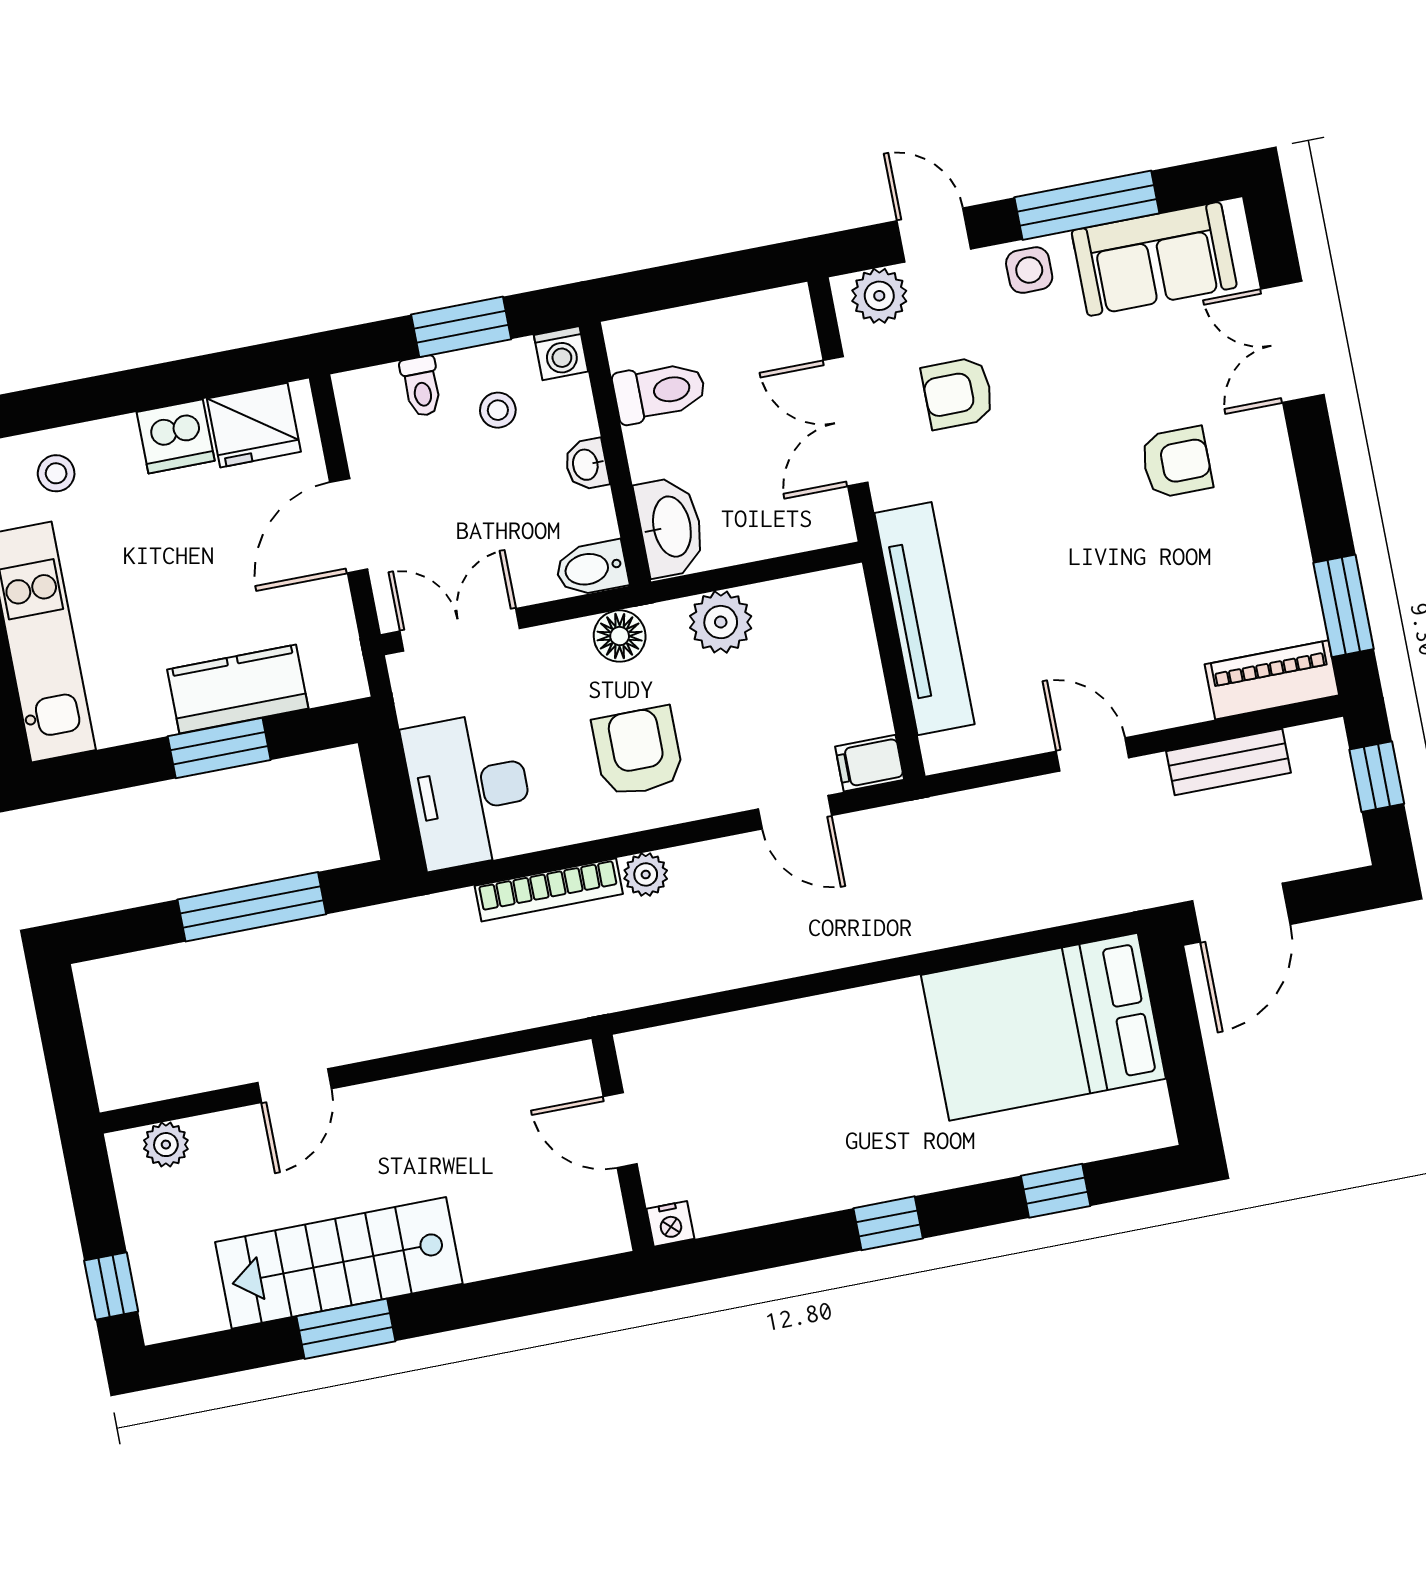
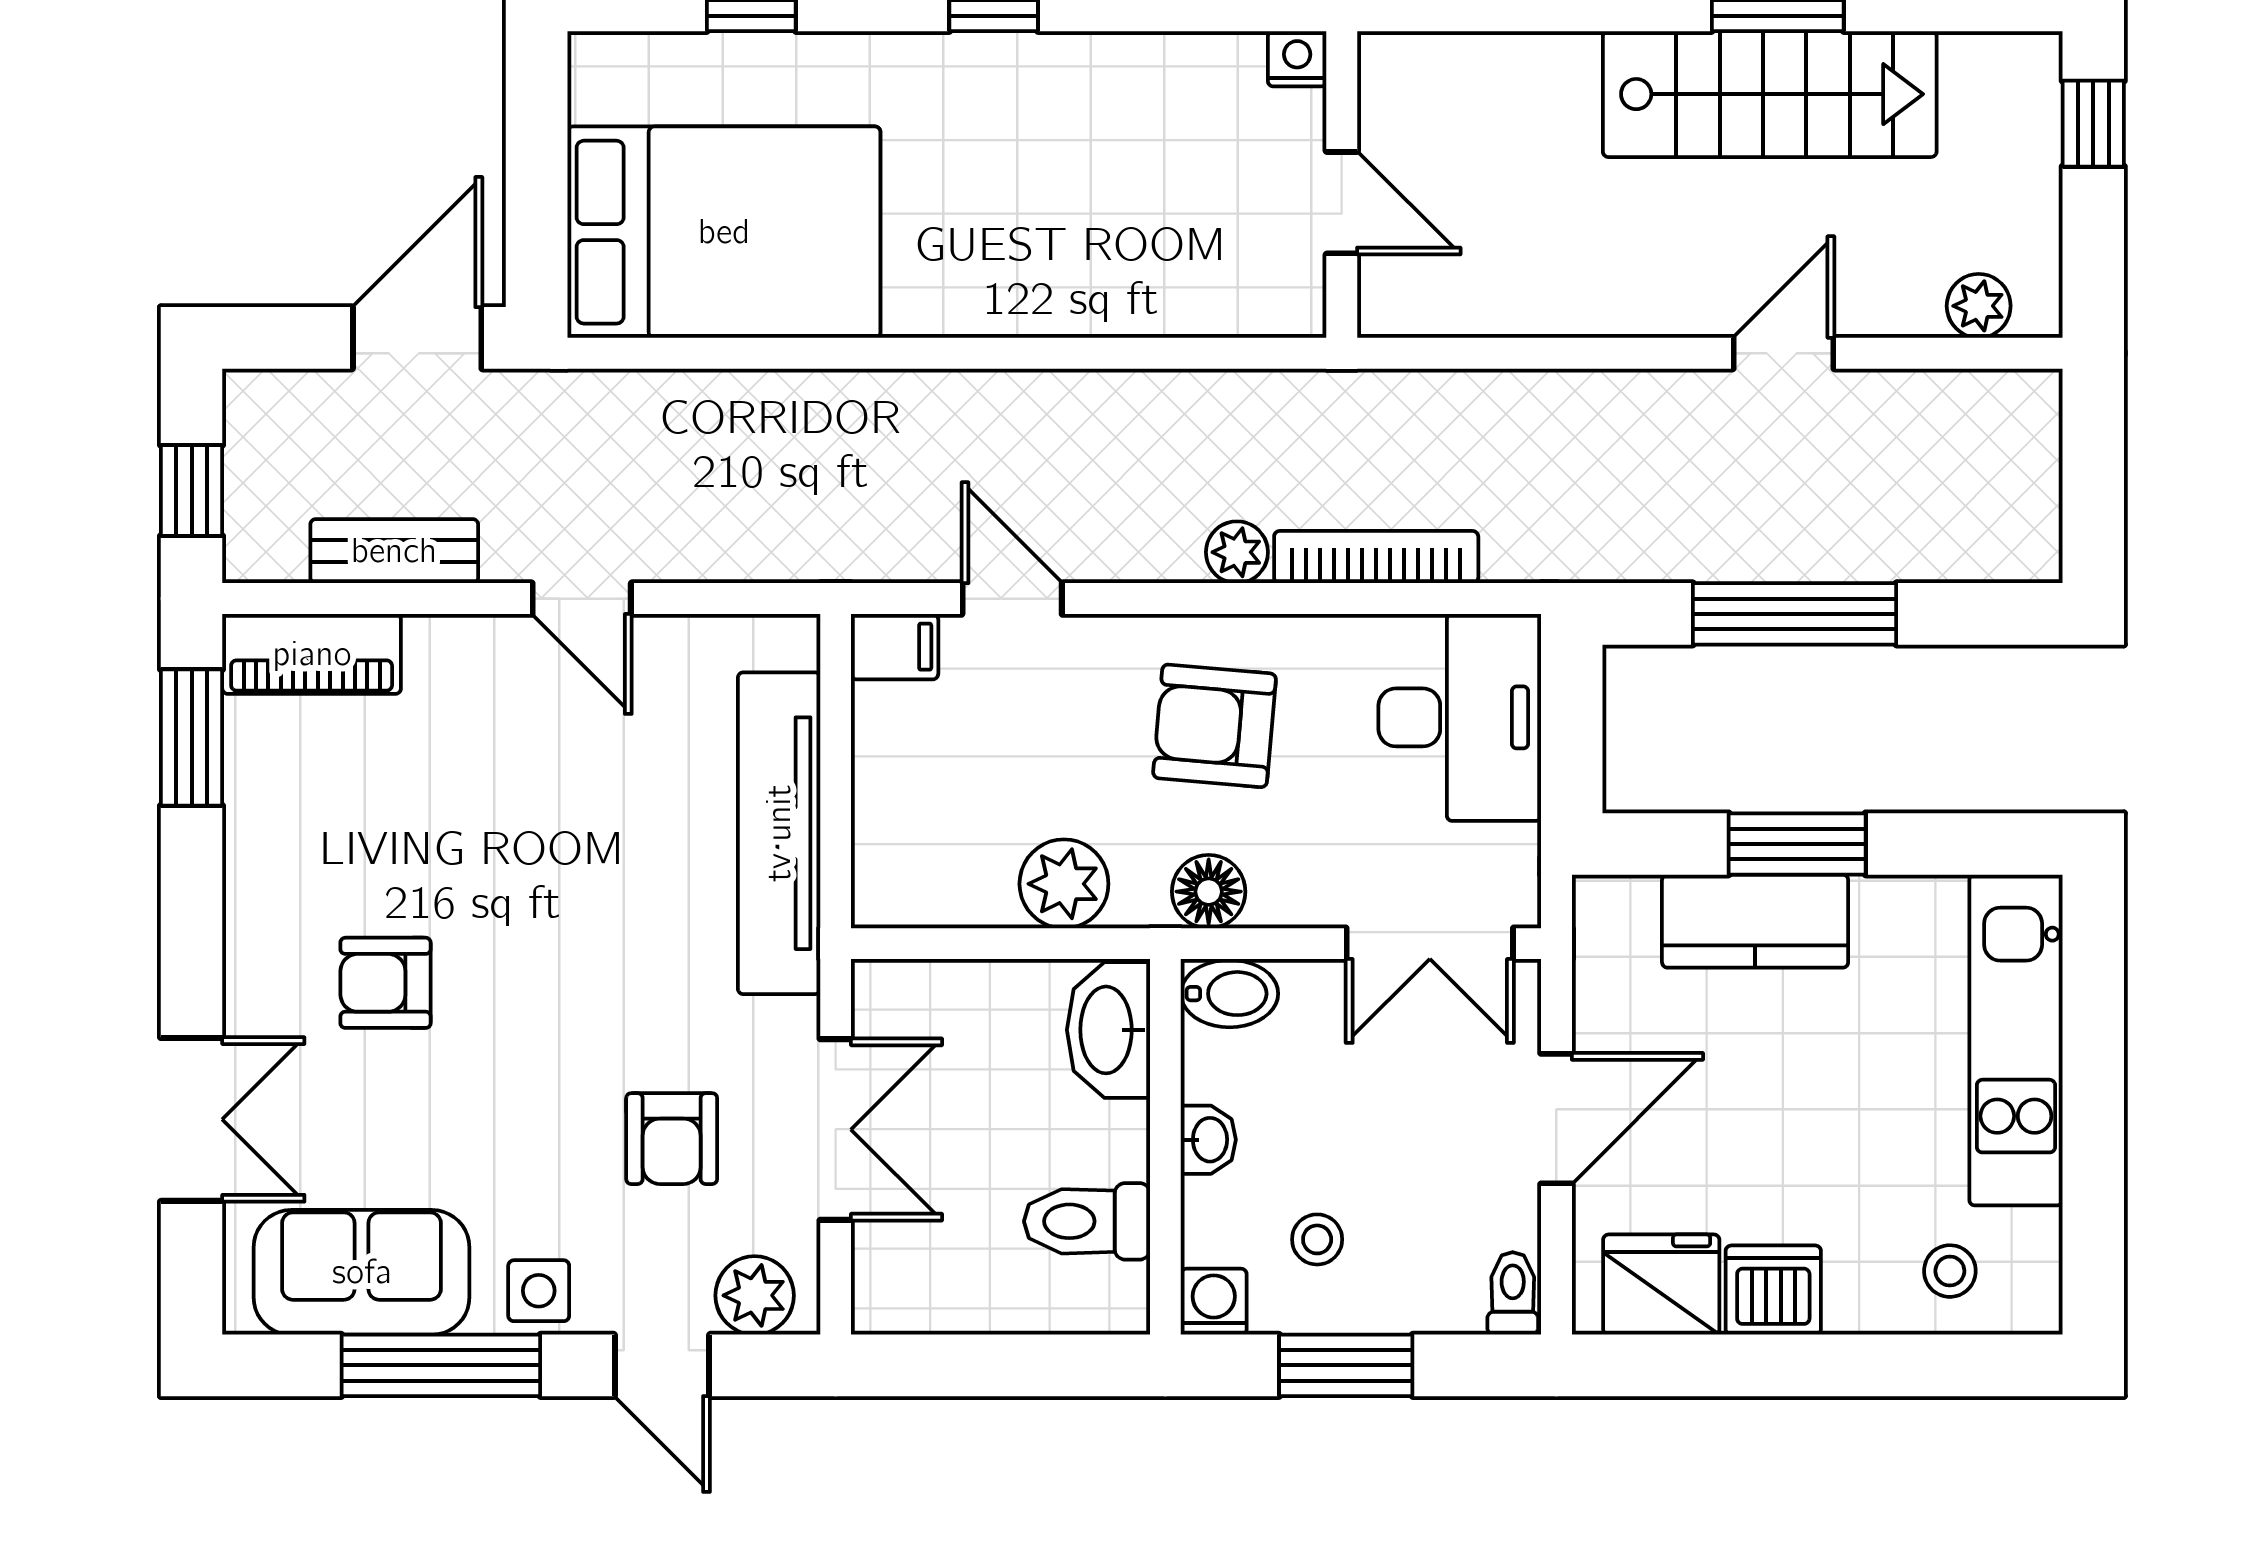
toilet: (421, 386) -> (1513, 1293), moved
armchair: (958, 393) -> (672, 1139), turned 90
armchair: (638, 751) -> (1215, 726), turned 95

